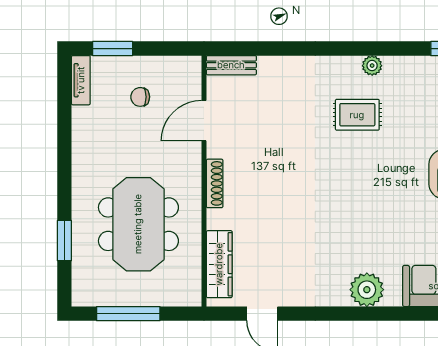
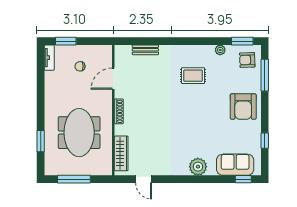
bench: (231, 65) -> (145, 50), moved
plant: (372, 66) -> (220, 50), moved

